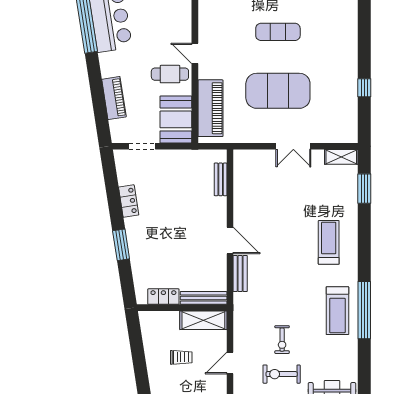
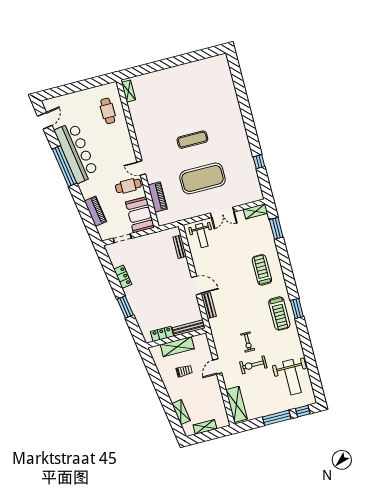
piano: (210, 108) -> (158, 197), width x0.73, depth x0.75
weight bench: (256, 172) -> (202, 236), added
window: (364, 310) -> (297, 309), width x0.47
shelving: (203, 320) -> (177, 347), moved

